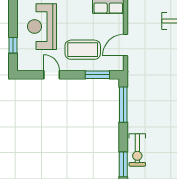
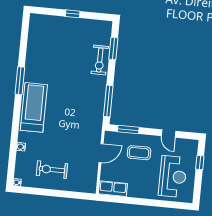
coffee table: (83, 50) -> (139, 153), width x0.73, depth x0.76
exercise bike: (137, 150) -> (100, 60), turned 180

